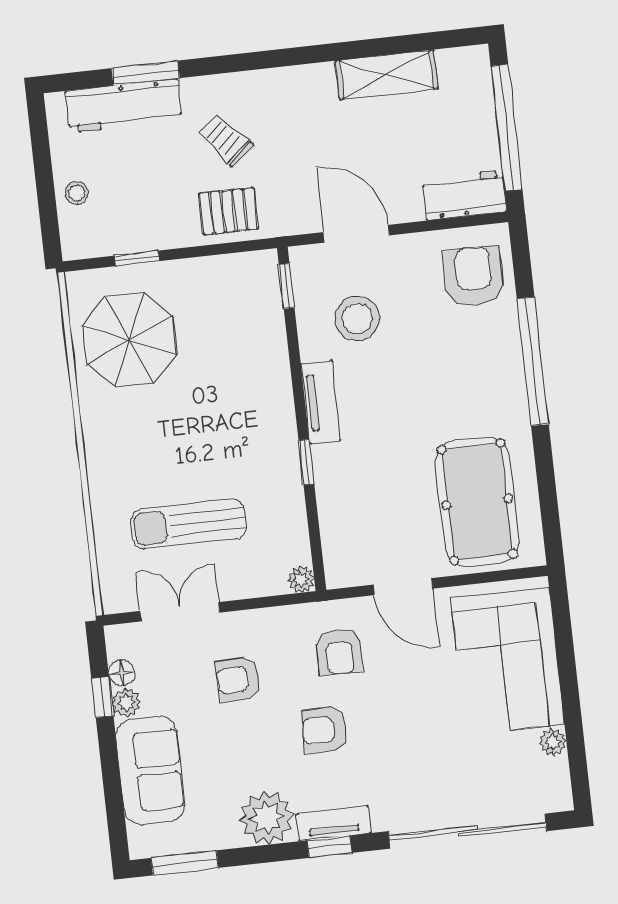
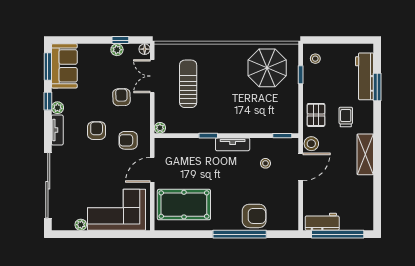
shelving: (387, 75) -> (365, 154), moved
trolley: (225, 140) -> (346, 117), turned -49
stool: (77, 193) -> (315, 59), moved
workbench: (465, 195) -> (322, 222), moved, turned -90
stool: (298, 215) -> (311, 144), added
armchair: (474, 276) -> (254, 216), moved
stool: (357, 319) -> (265, 163), width x0.53, depth x0.53
double door: (180, 612) -> (152, 76), swing flipped
floor lamp: (122, 673) -> (145, 49), moved
sofa: (150, 771) -> (64, 66), moved, turned -90
plant: (266, 818) -> (57, 108), width x0.53, depth x0.53
window: (329, 847) -> (48, 101), moved

